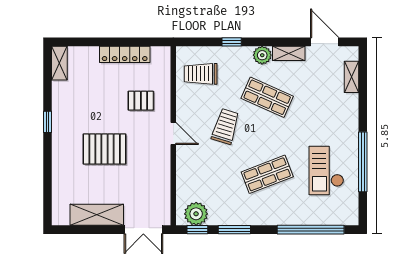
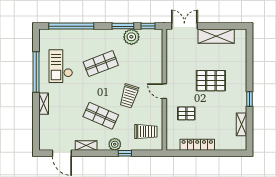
plant: (262, 55) -> (115, 144), moved
shelving: (59, 63) -> (241, 124), moved
shelving: (351, 77) -> (44, 104), moved
checkout: (326, 171) -> (61, 66), turned 180
plant: (196, 214) -> (131, 37), moved

